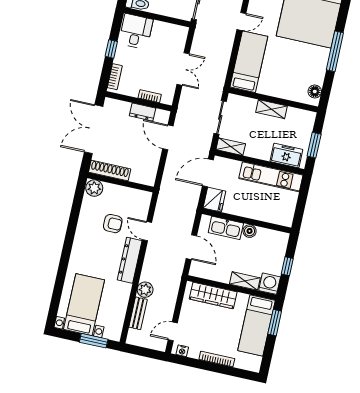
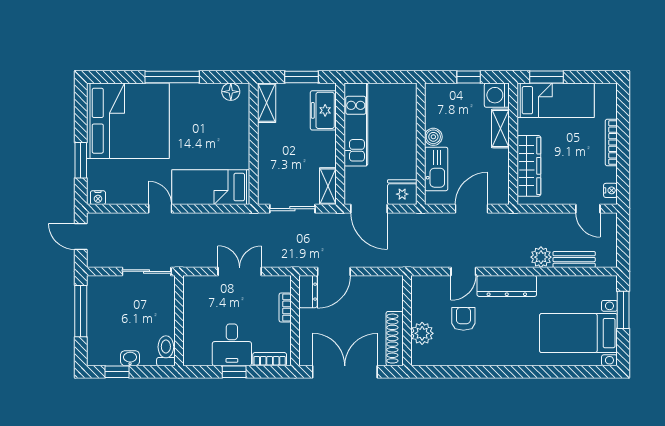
desk: (136, 31) -> (232, 345), moved, turned -90
shelving: (271, 109) -> (267, 103), moved
dresser: (143, 112) -> (308, 292), moved
double door: (94, 129) -> (345, 372), swing flipped
plant: (94, 188) -> (422, 333), moved

